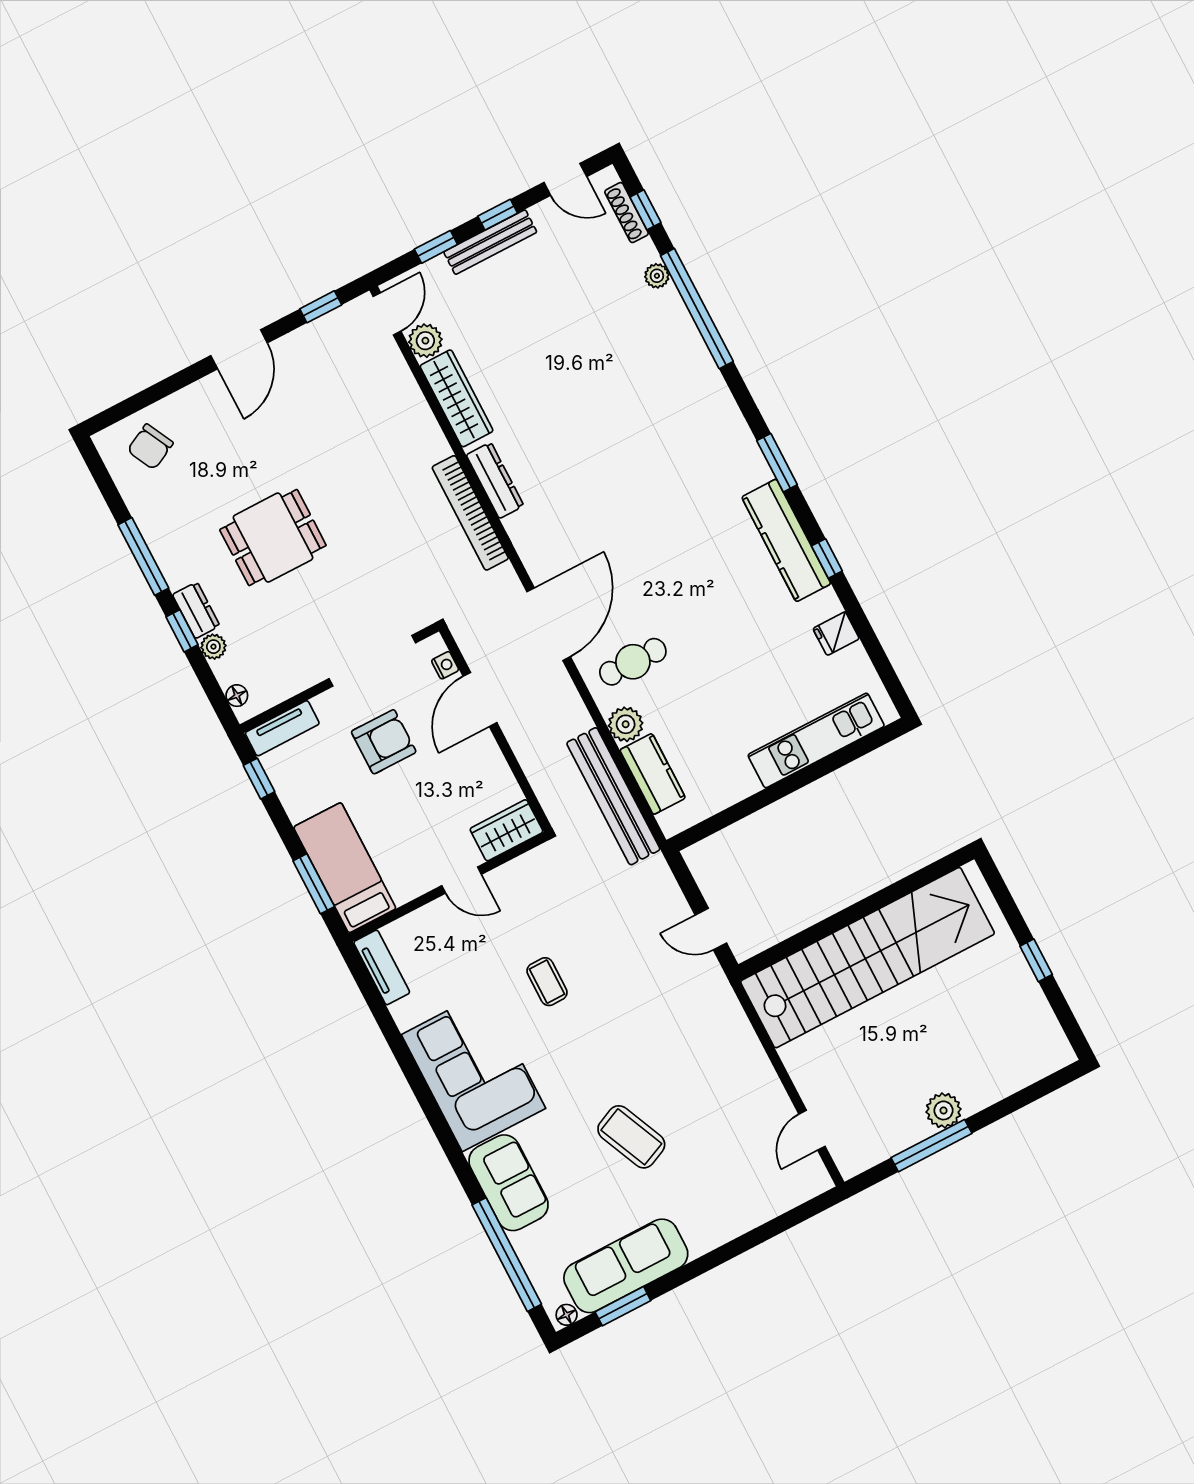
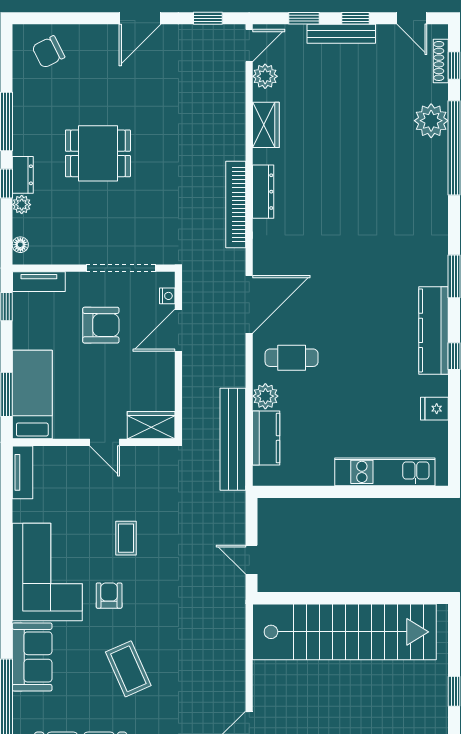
plant: (657, 276) -> (431, 121), width x1.88, depth x1.88
wardrobe: (457, 398) -> (266, 125), width x0.67
armchair: (562, 1061) -> (109, 596), added

